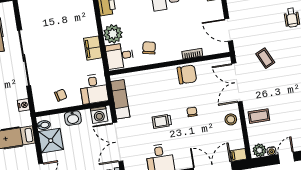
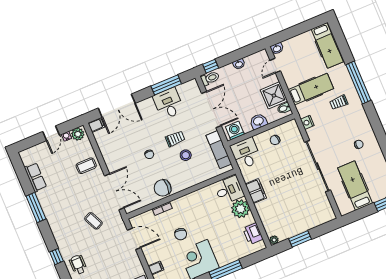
chair: (149, 48) -> (181, 234), moved
stool: (231, 119) -> (186, 155), moved

